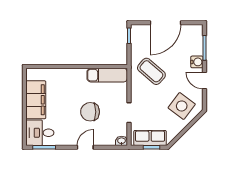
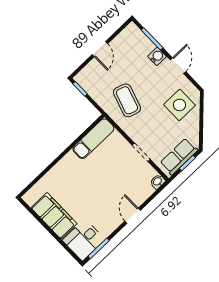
door: (165, 23) -> (100, 49), width x0.53
coffee table: (151, 71) -> (127, 100), turned 67
door: (204, 81) -> (178, 66), swing flipped
side table: (182, 106) -> (179, 105), turned -37
chair: (90, 112) -> (108, 183), removed

